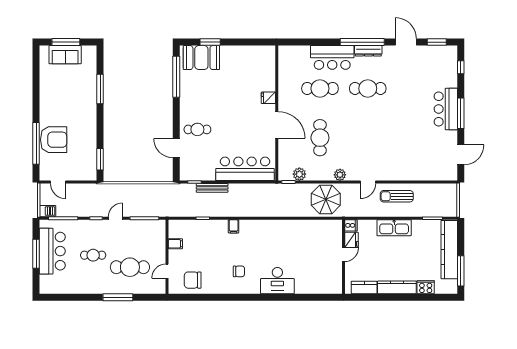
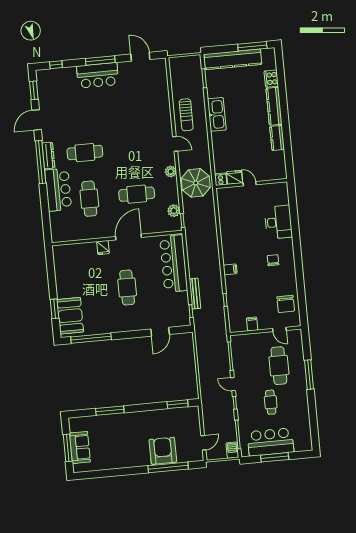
cafe table: (368, 88) -> (85, 153), turned 90
cafe table: (197, 129) -> (127, 288), moved, width x1.37, depth x1.35
cooker: (351, 225) -> (221, 179), moved
fridge: (351, 240) -> (235, 177), moved
door: (343, 255) -> (250, 184), moved
wall: (343, 257) -> (251, 184), moved

